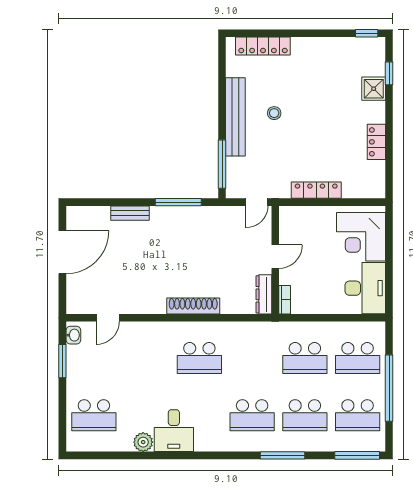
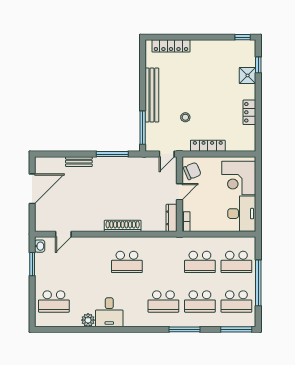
stool: (274, 113) -> (185, 117), moved
chair: (294, 227) -> (192, 171), added

